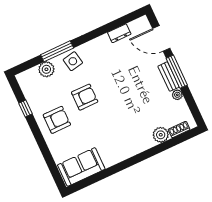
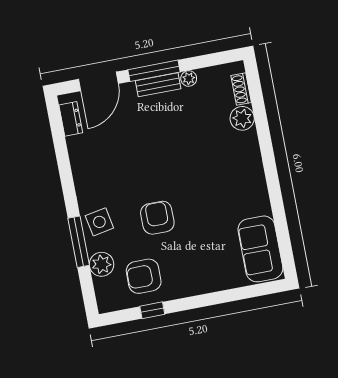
dresser: (119, 33) -> (71, 119), moved
armchair: (57, 120) -> (144, 276), moved, turned -90

